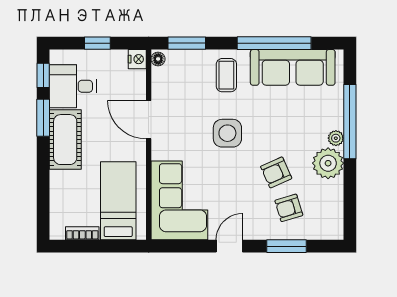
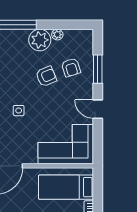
side table: (227, 133) -> (19, 111), width x0.54, depth x0.54
plant: (336, 138) -> (57, 35), moved
armchair: (276, 172) -> (46, 76), turned -89

